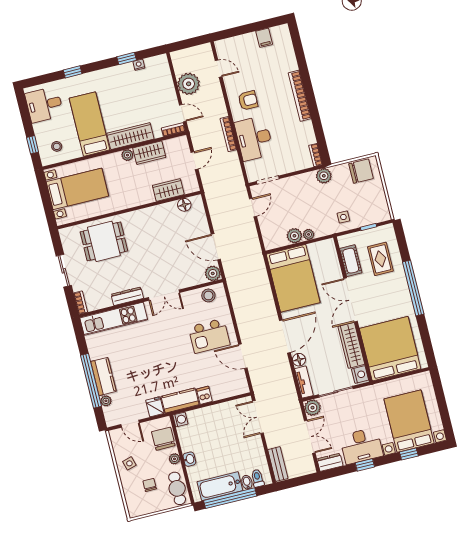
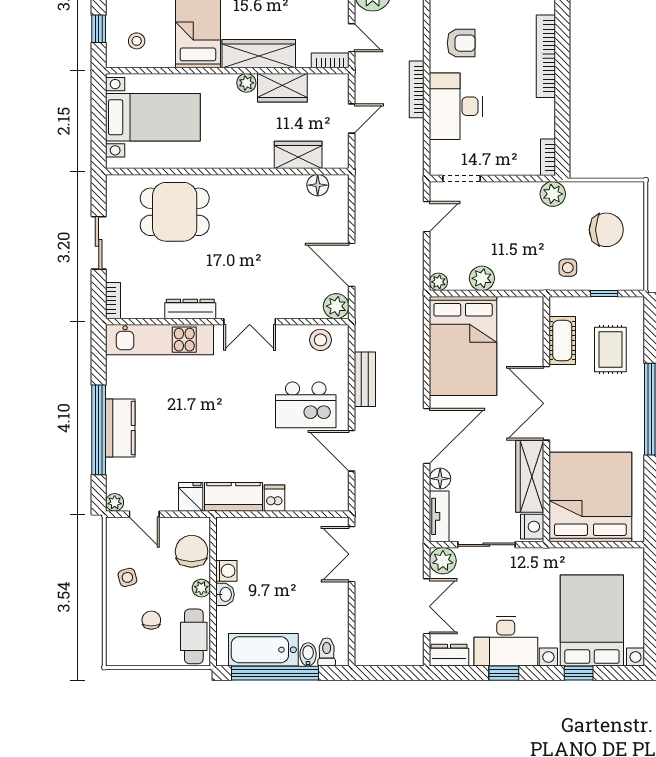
chair: (361, 171) -> (606, 230), moved
plant: (309, 234) -> (438, 282), moved
plant: (106, 401) -> (115, 502), moved
washing machine: (180, 419) -> (226, 571), moved
bench: (278, 464) -> (365, 379), moved

